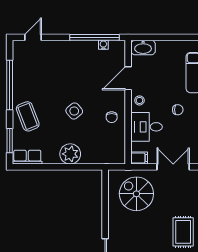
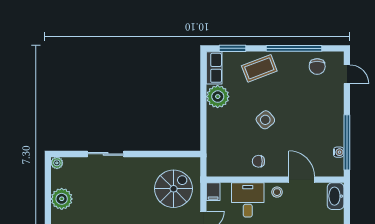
chair: (26, 64) -> (317, 66), added
plant: (70, 154) -> (218, 97), moved

